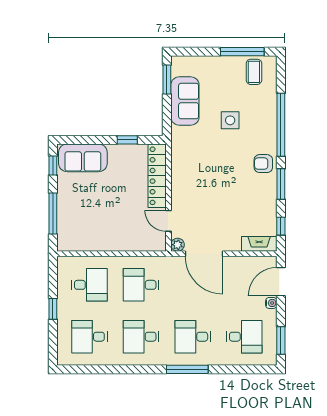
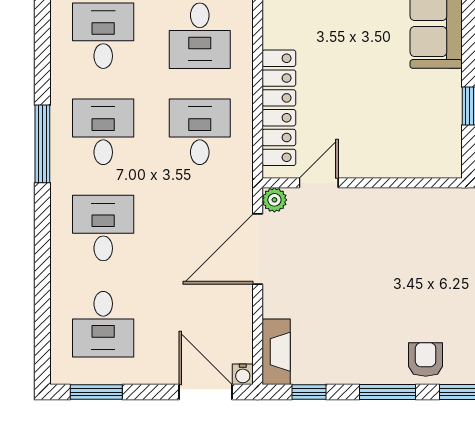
locker: (157, 176) -> (279, 108), moved, turned 90
water cooler: (271, 303) -> (243, 374), moved
window: (187, 369) -> (42, 144), moved

